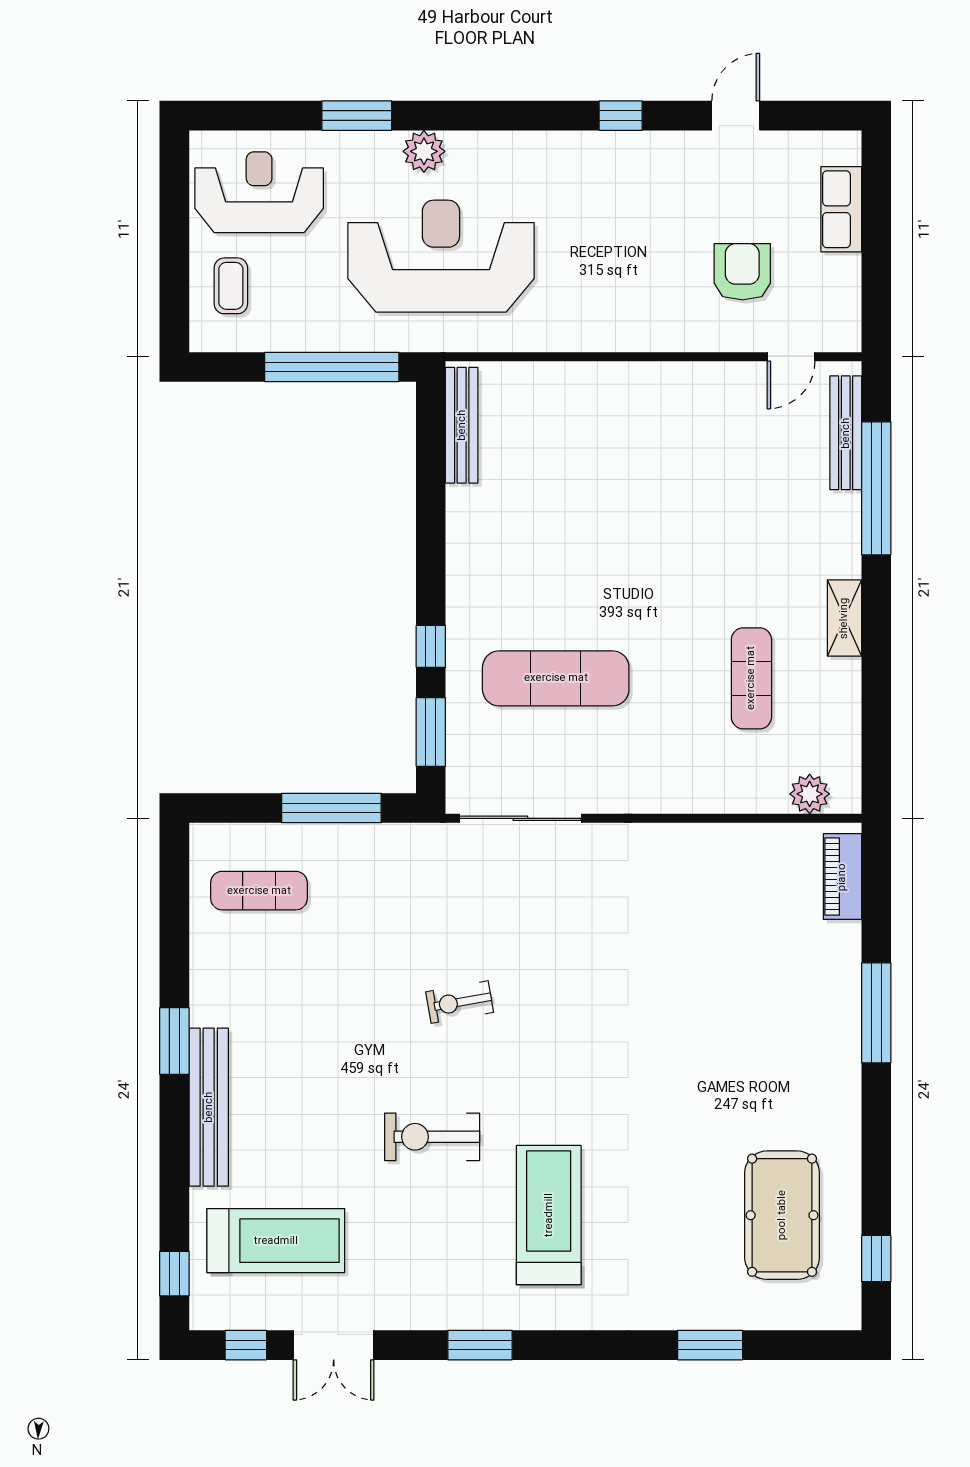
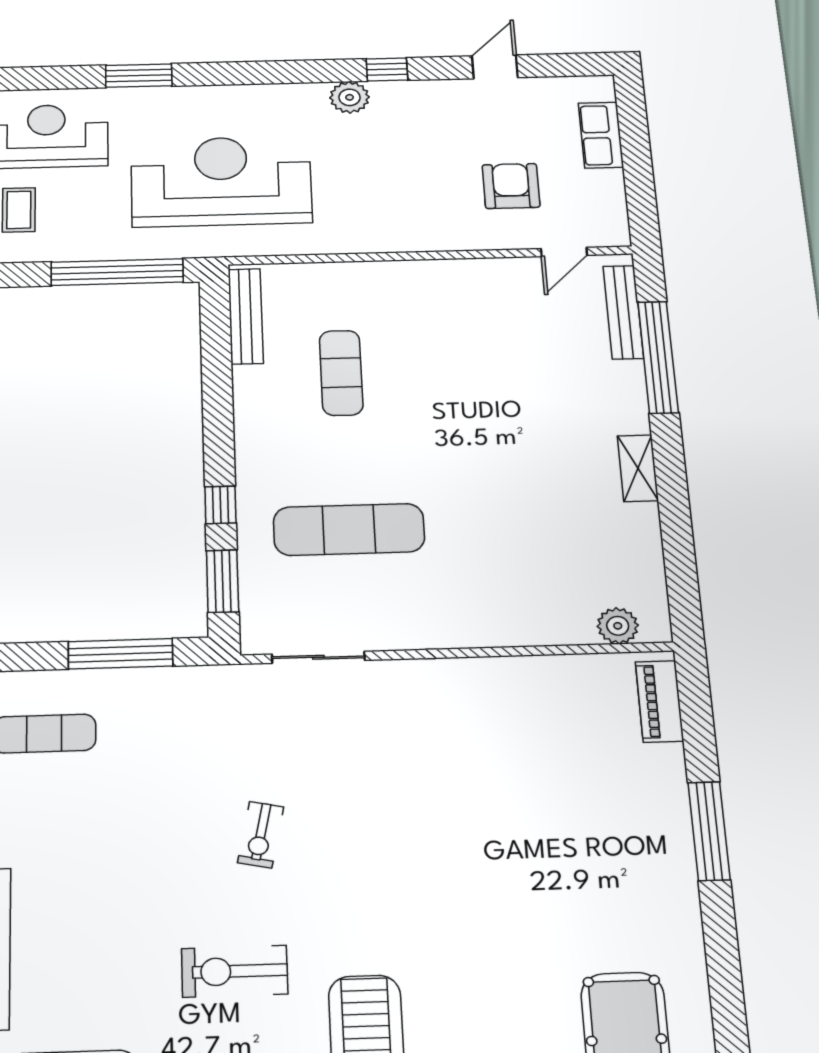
plant: (424, 151) -> (350, 97), moved
exercise mat: (751, 678) -> (341, 373), moved
sliding door: (520, 818) -> (318, 657), width x0.73
exercise bike: (460, 1002) -> (261, 835), turned -68

